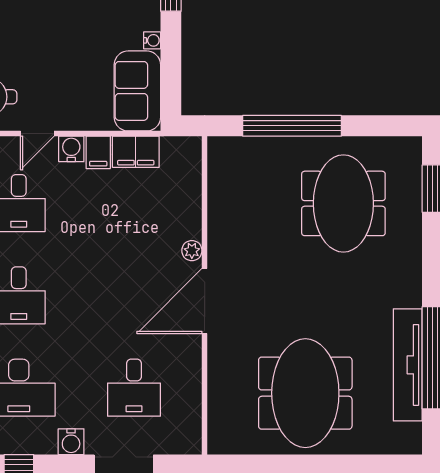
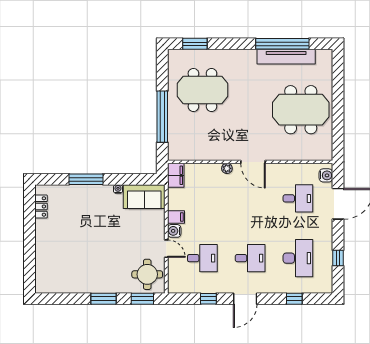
filing cabinet: (136, 152) -> (176, 175), moved
door: (205, 301) -> (253, 162), width x0.73
water cooler: (71, 442) -> (326, 175), moved

